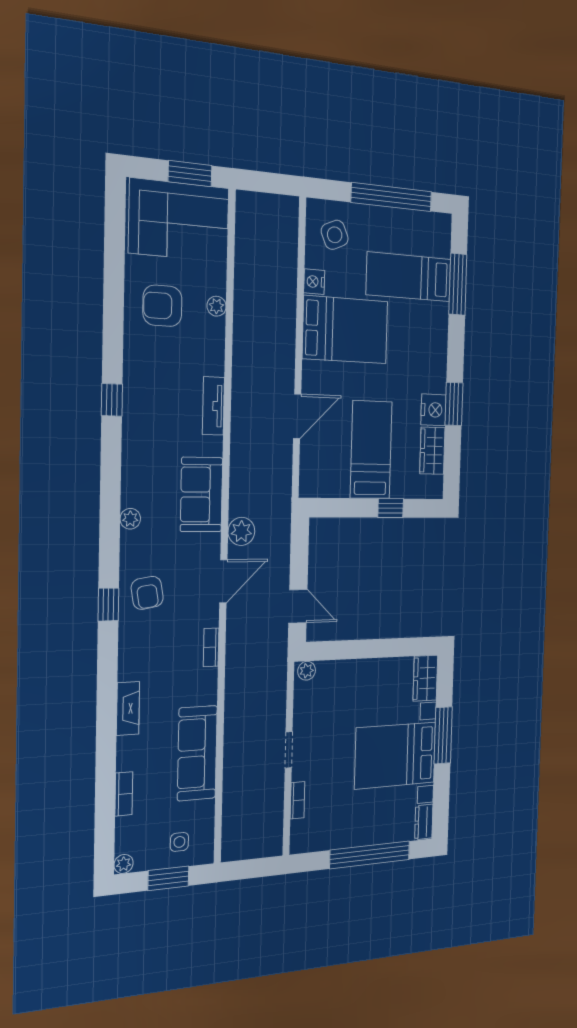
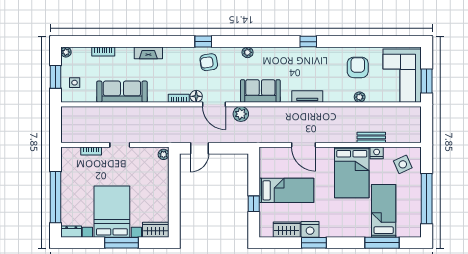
bench: (288, 289) -> (371, 137), added
floor lamp: (208, 615) -> (196, 96), added

